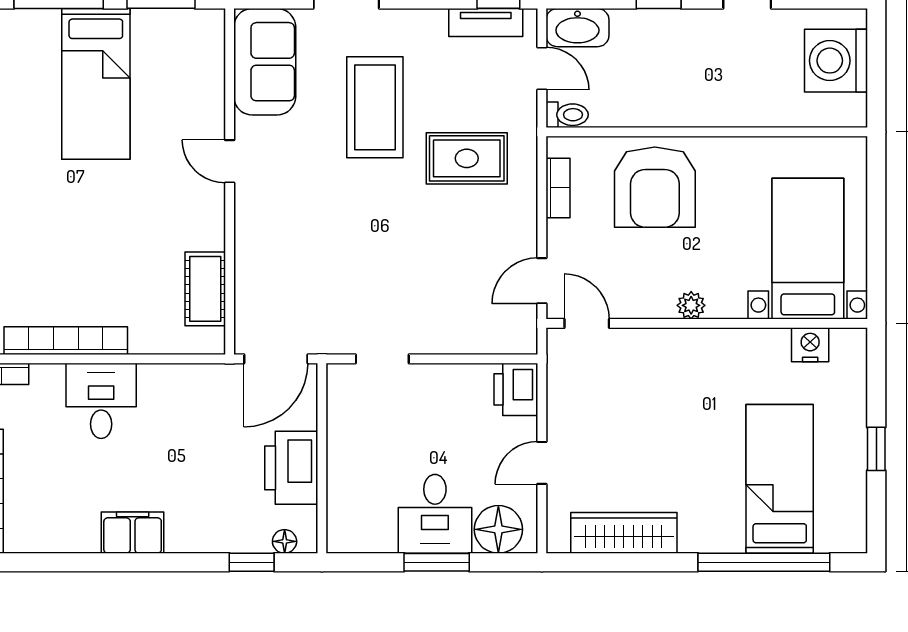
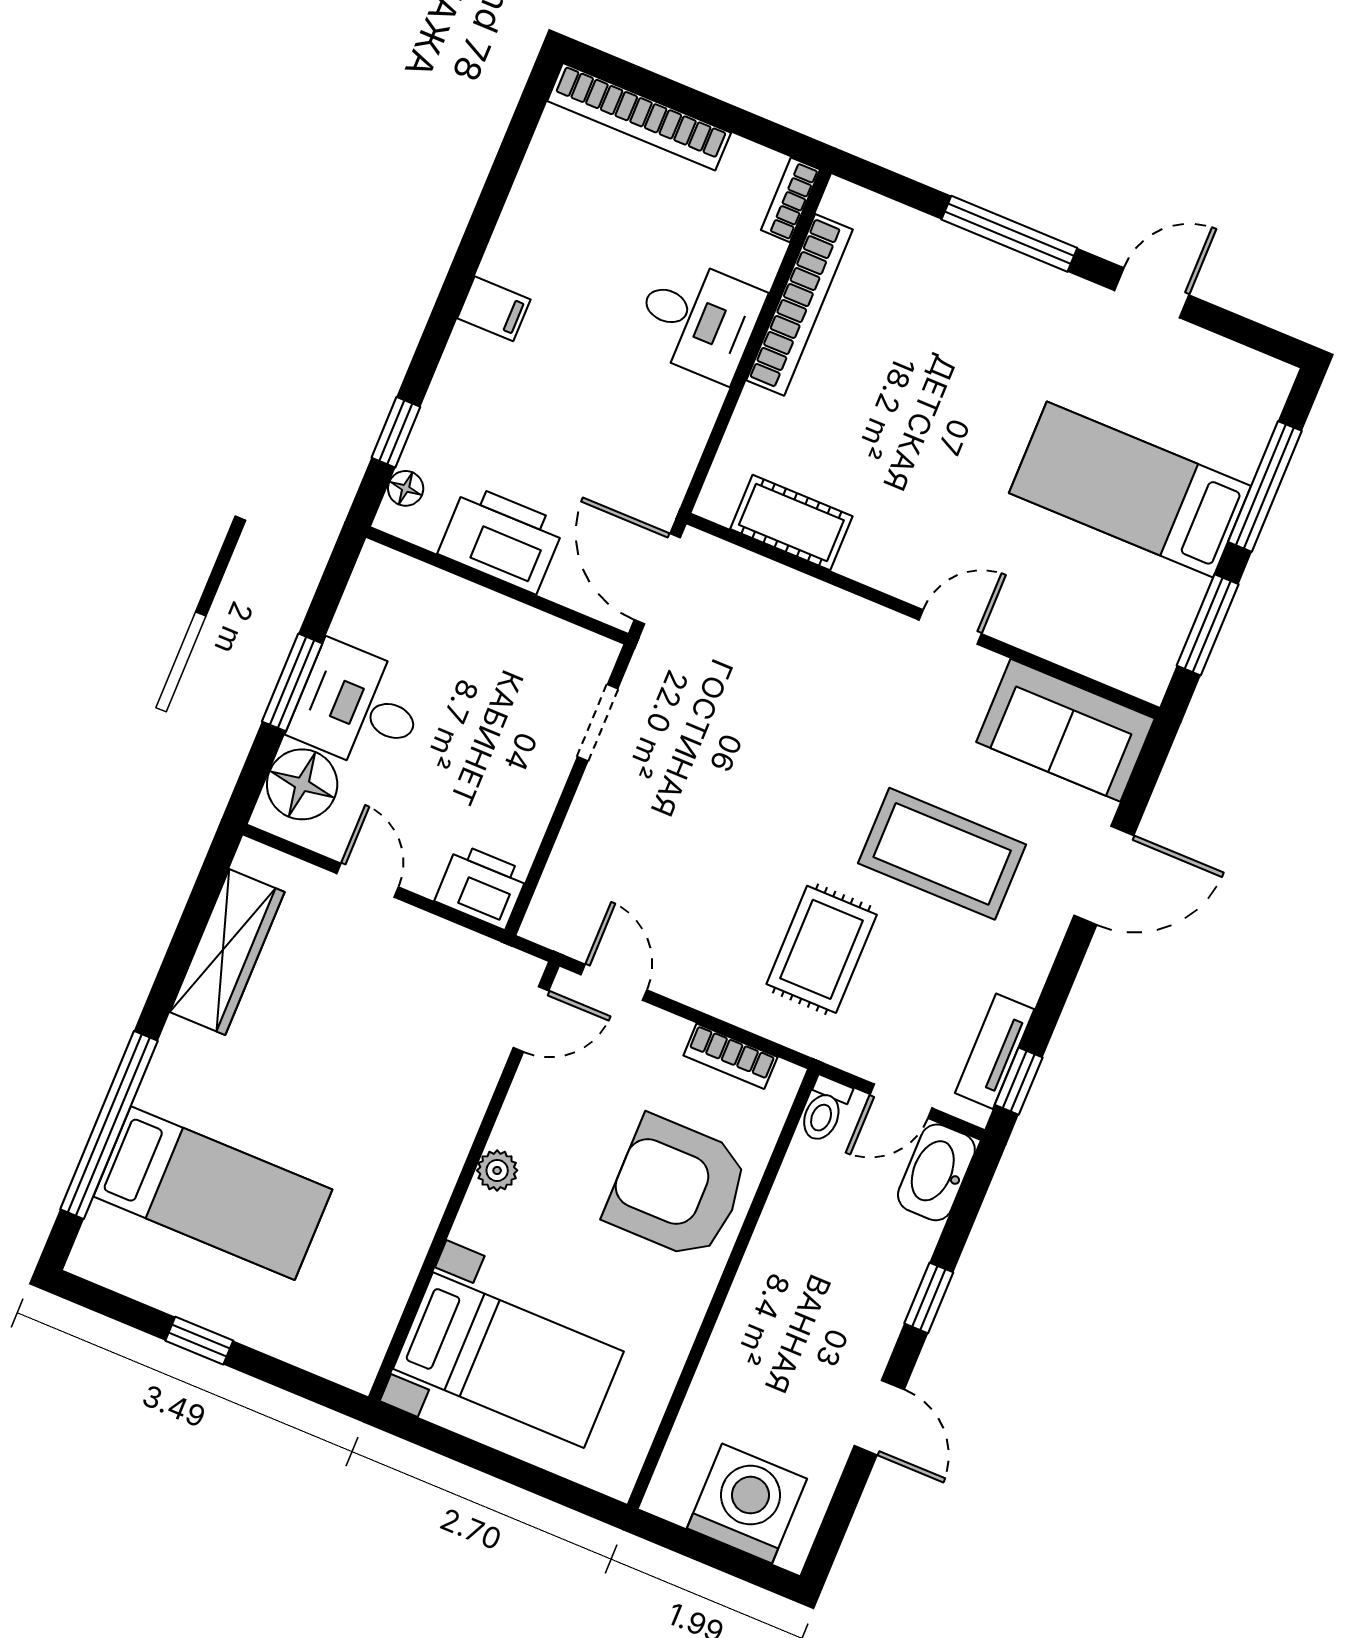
nightstand: (810, 345) -> (377, 1309), removed
filing cabinet: (133, 533) -> (494, 309), width x0.50

